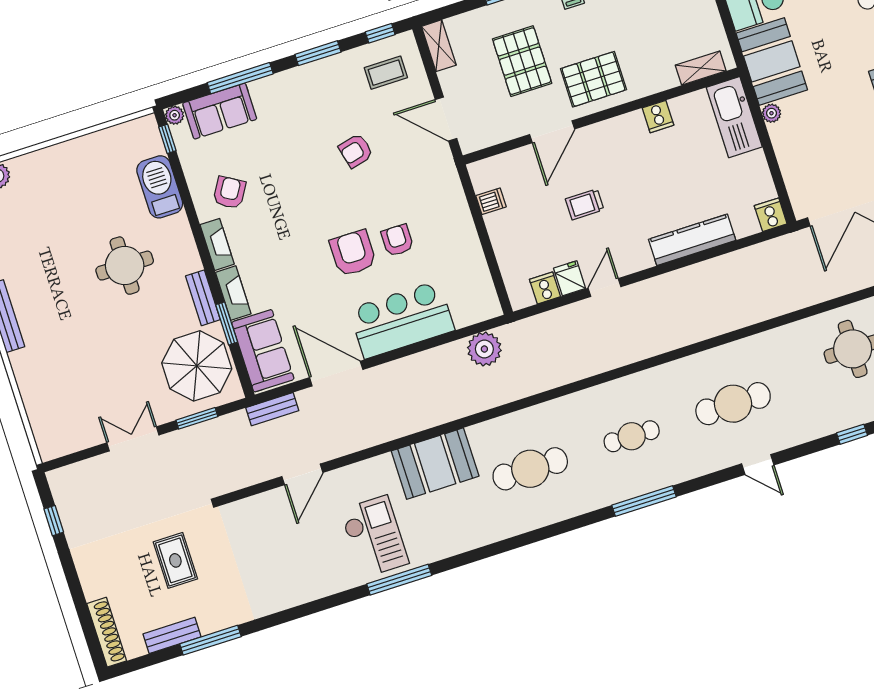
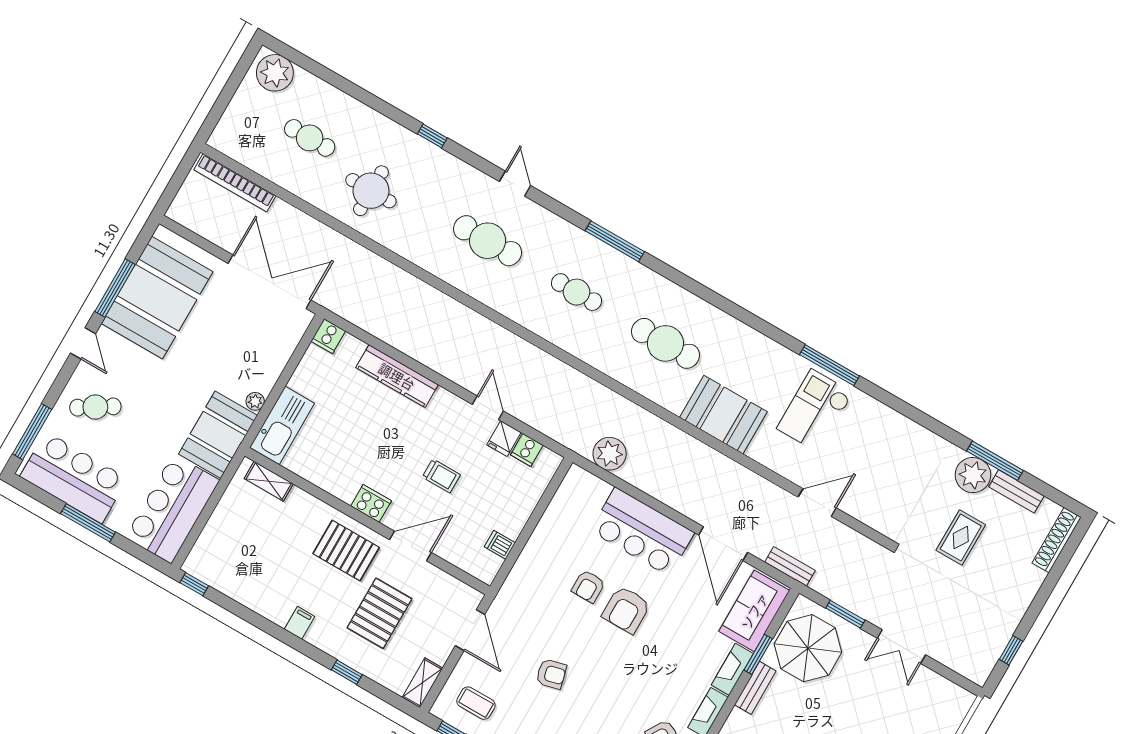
cooker: (658, 117) -> (371, 503), moved, width x1.36
door: (604, 287) -> (488, 408), swing flipped
plant: (215, 613) -> (973, 475), added

